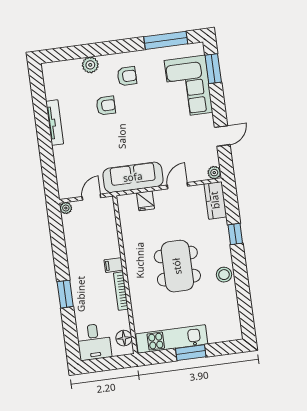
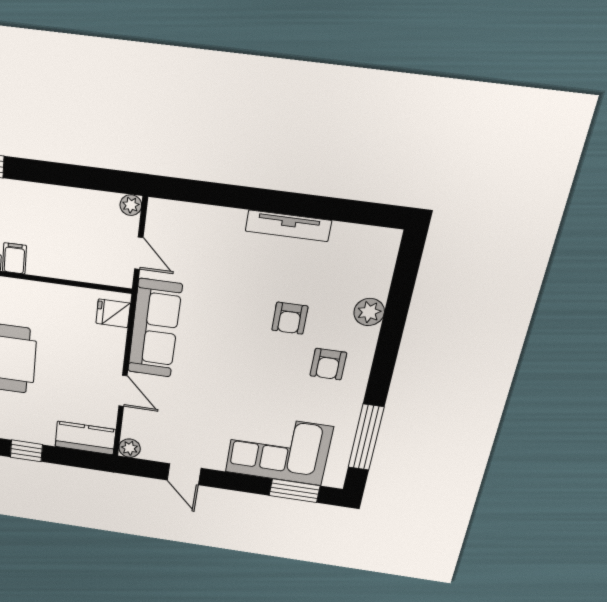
fridge: (145, 201) -> (113, 313), moved

